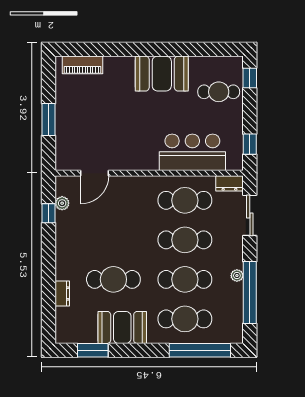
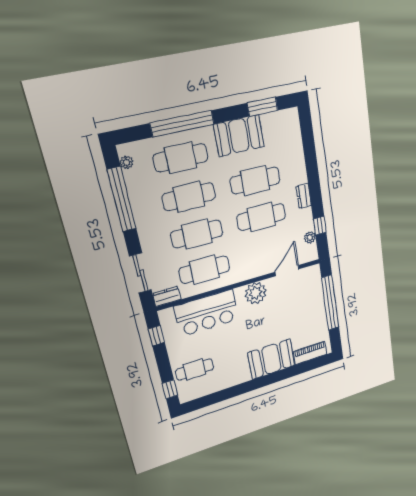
booth: (162, 74) -> (271, 359), moved
window: (49, 119) -> (330, 303), width x2.11
plant: (135, 158) -> (256, 293), added
cafe table: (113, 240) -> (261, 217), added
plant: (237, 276) -> (127, 162), moved
dresser: (62, 294) -> (304, 196), moved
window: (200, 350) -> (182, 124), moved

